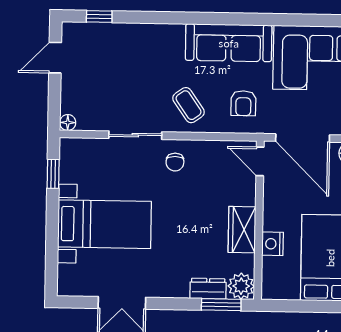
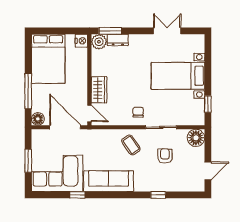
window: (99, 16) -> (158, 195), moved
window: (283, 20) -> (77, 195), added
armchair: (243, 103) -> (165, 156), moved
floor lamp: (68, 123) -> (196, 138), width x1.89, depth x1.89
wardrobe: (242, 230) -> (99, 90), moved
nightstand: (273, 244) -> (81, 41), moved

